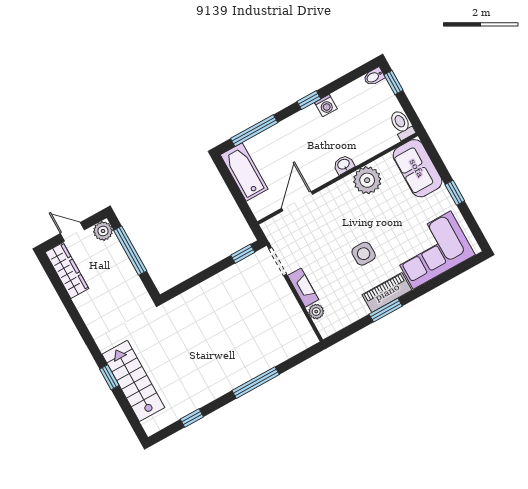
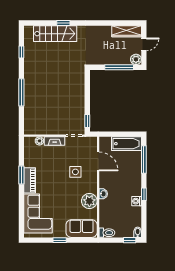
side table: (364, 254) -> (75, 172), moved

